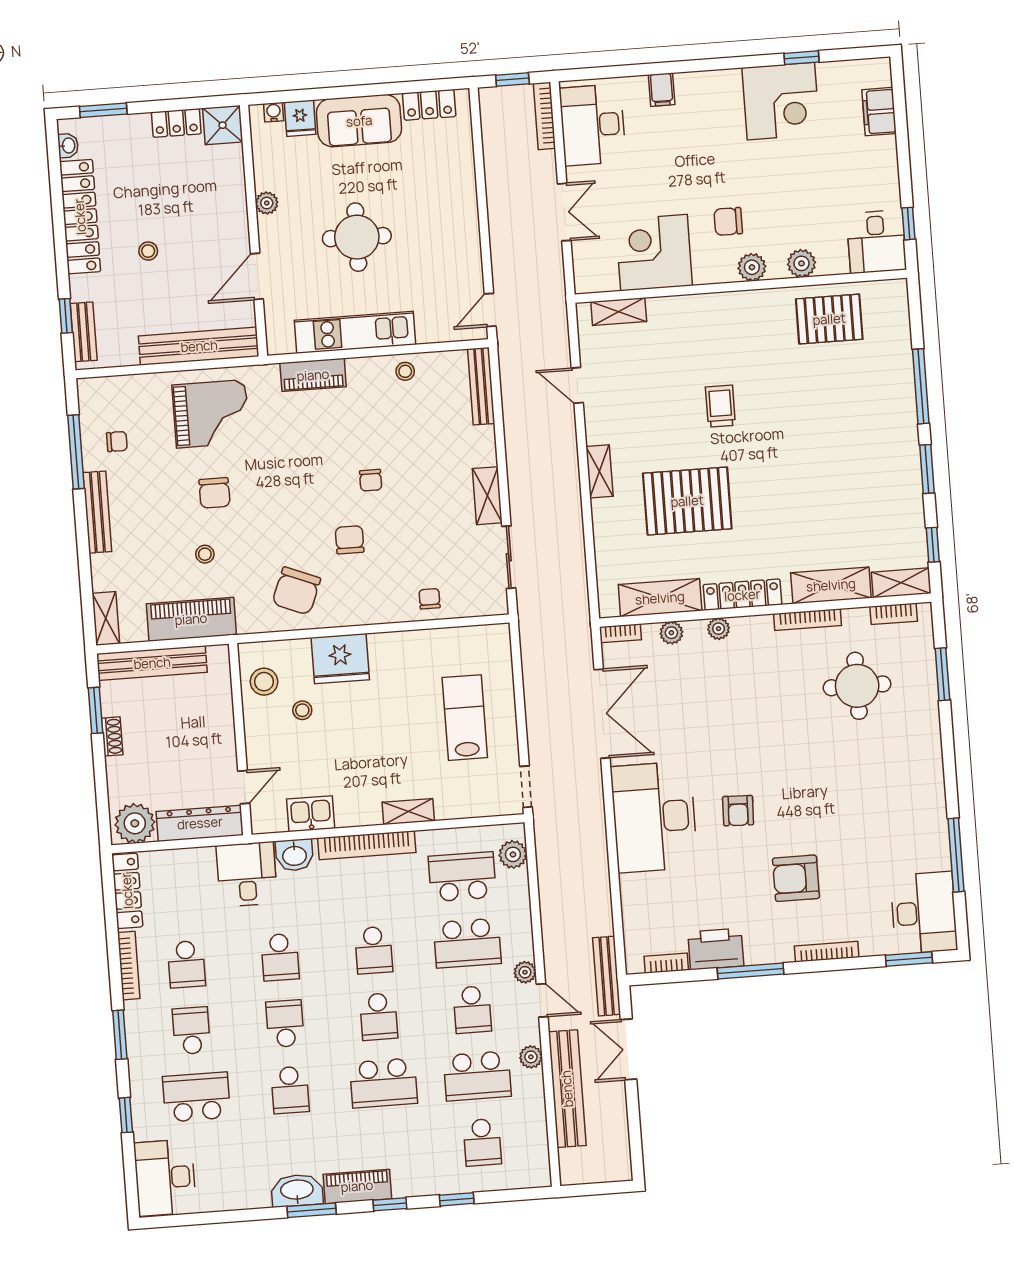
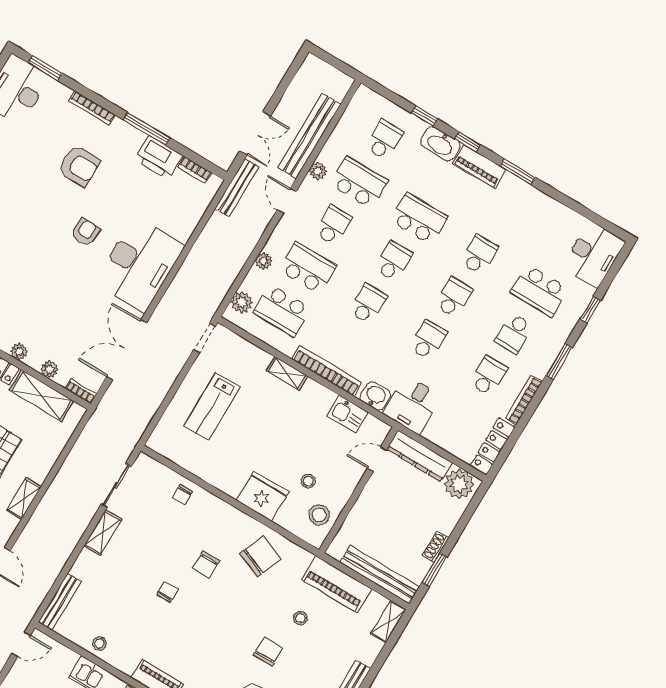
plant: (525, 972) -> (264, 261), moved
school desk: (285, 1024) -> (454, 297), turned 180
washbasin: (297, 1190) -> (440, 144), moved

